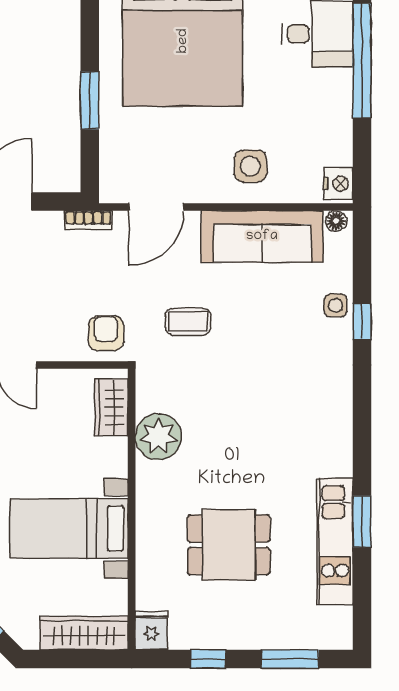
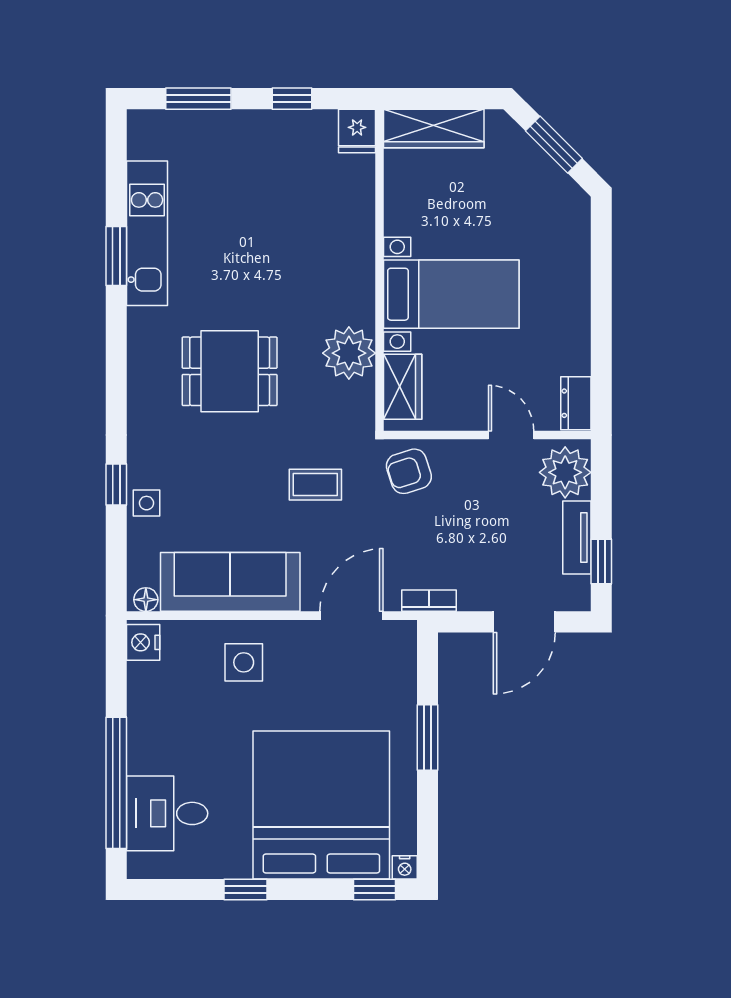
armchair: (106, 333) -> (409, 471), turned 72
bed with nightstands: (69, 528) -> (451, 294), moved
dining table: (229, 545) -> (230, 371), moved

